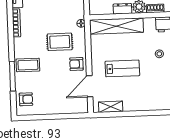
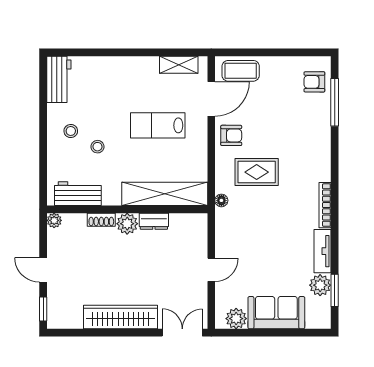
coffee table: (28, 65) -> (241, 71), moved
window: (12, 76) -> (335, 102), moved

